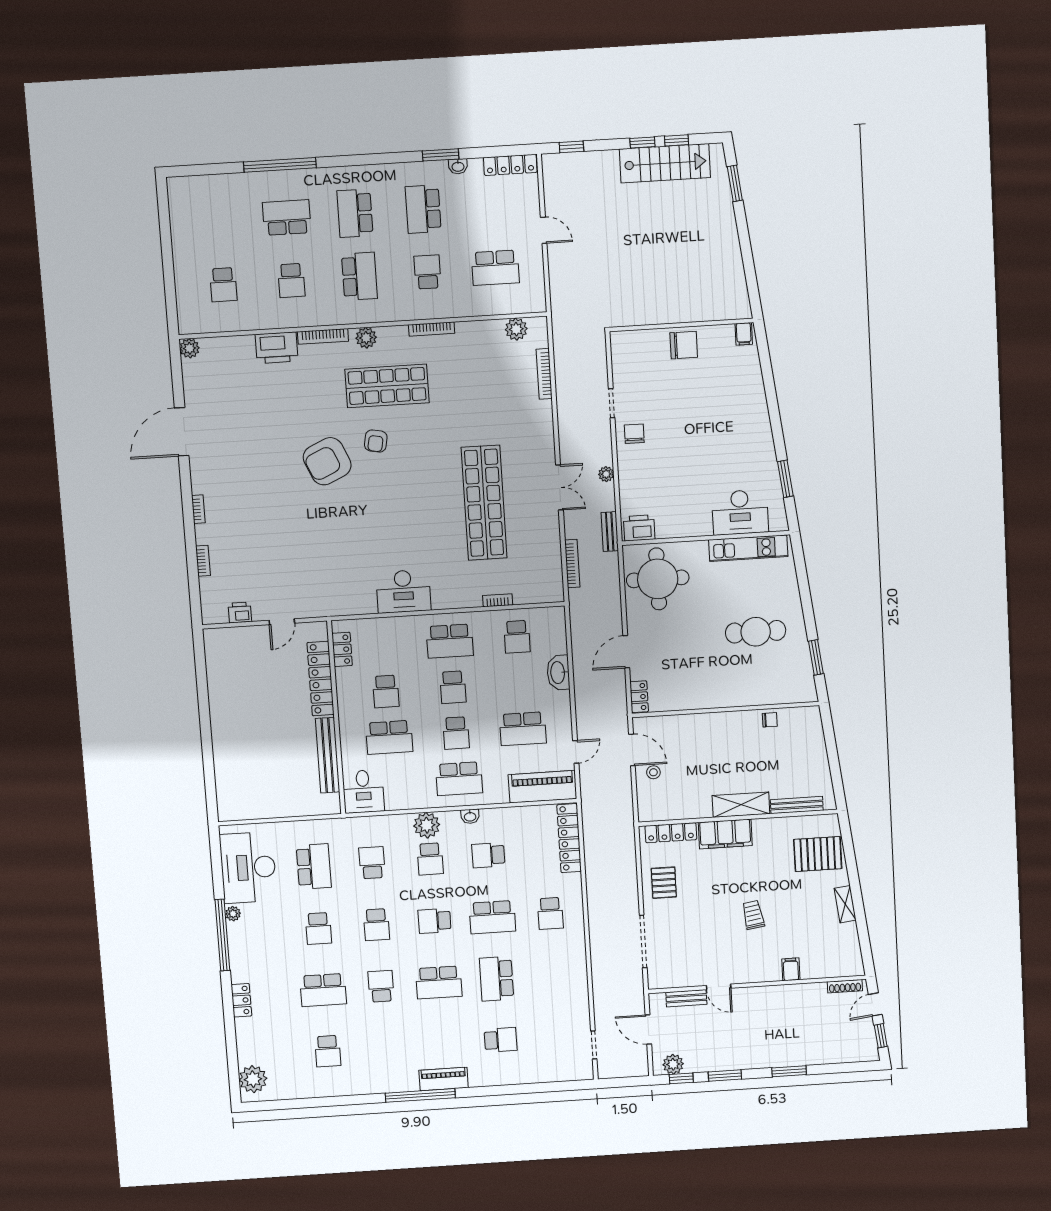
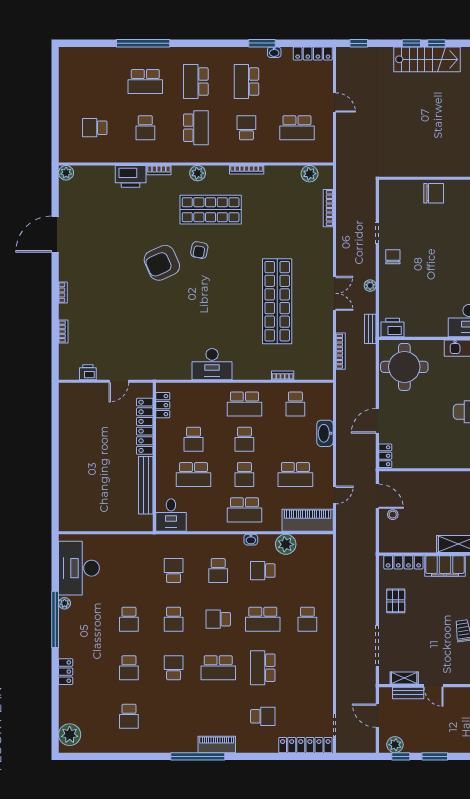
school desk: (287, 217) -> (145, 82), turned 180
school desk: (223, 285) -> (95, 128), turned 90
bookcase: (323, 336) -> (159, 170), width x0.64
plant: (427, 825) -> (286, 544), moved
locker: (569, 838) -> (305, 745), moved, turned 90
school desk: (314, 866) -> (129, 571), removed
shelving: (680, 980) -> (404, 678), added
school desk: (323, 990) -> (129, 668), width x0.54

